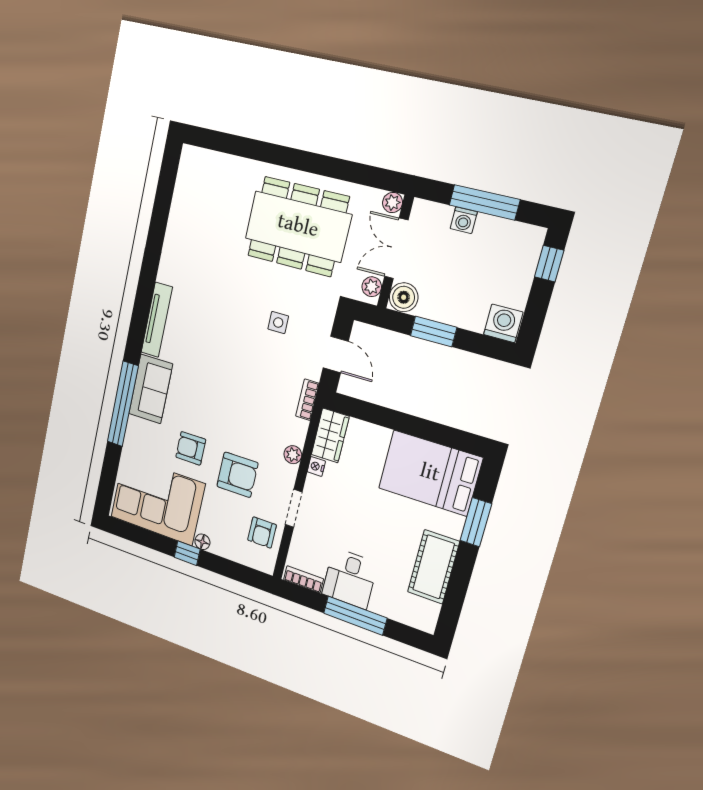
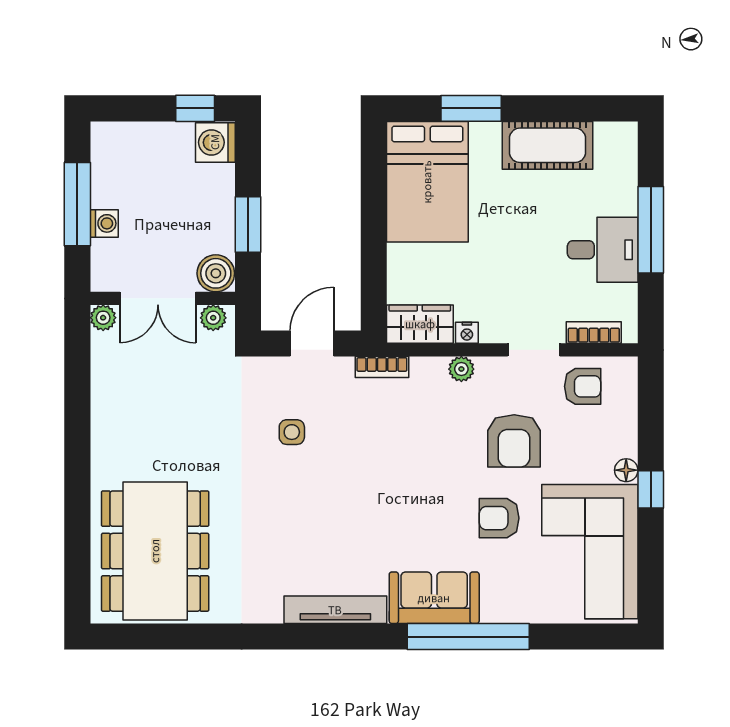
dining table: (298, 226) -> (155, 551), moved
window: (549, 264) -> (195, 108), moved
armchair: (191, 448) -> (499, 518), turned 90
armchair: (237, 475) -> (514, 441), turned 180
bookcase: (303, 579) -> (594, 333), moved, turned 90

